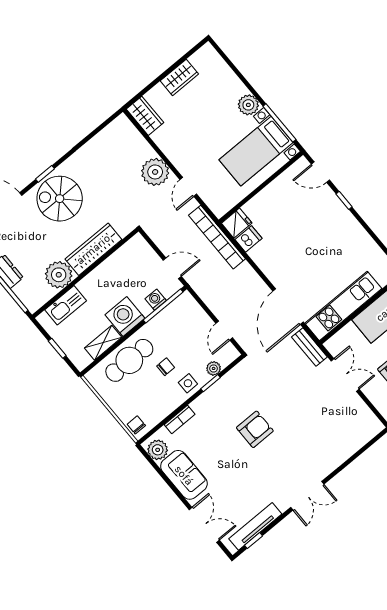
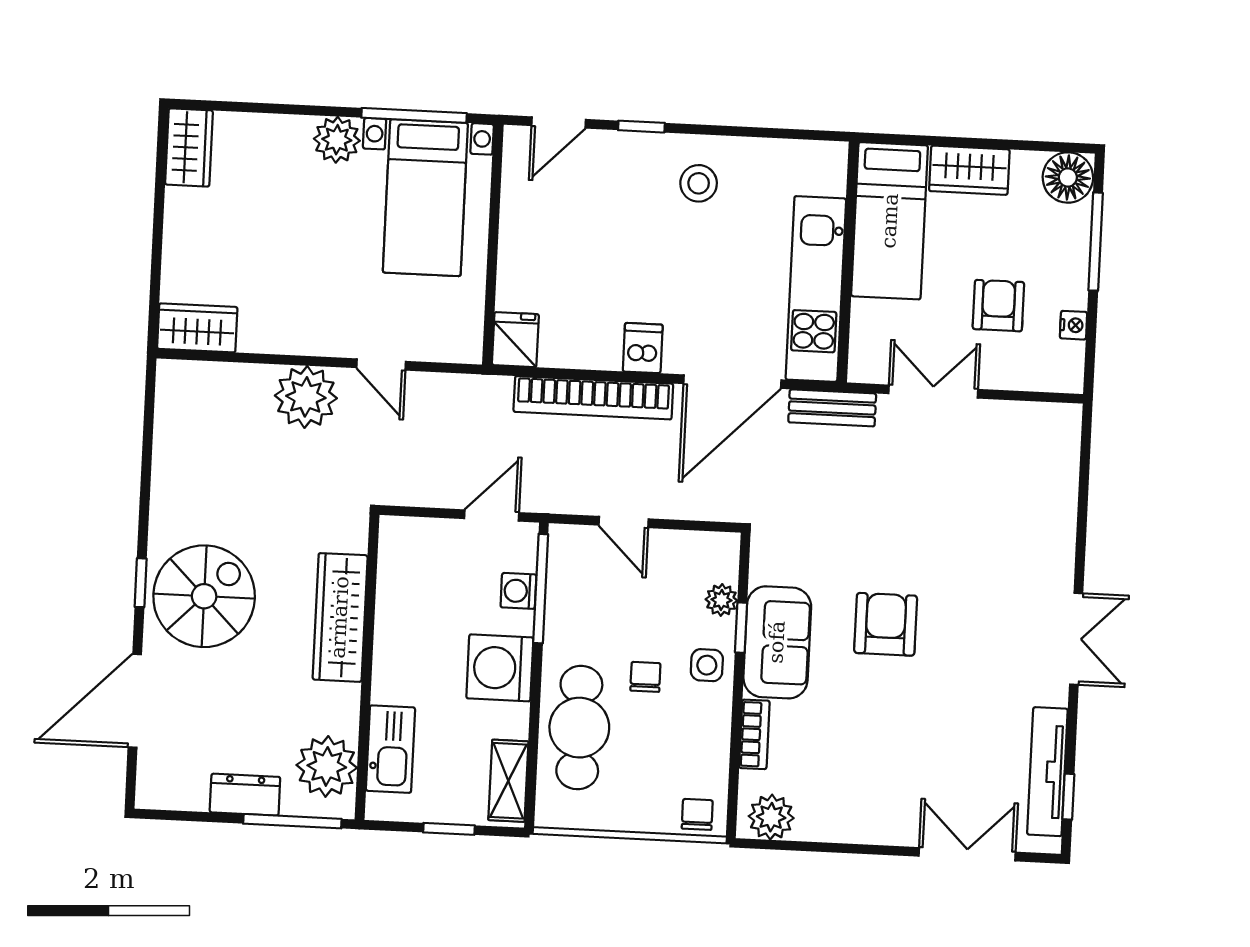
wardrobe: (179, 77) -> (189, 147), moved
spiral stairs: (60, 199) -> (204, 596), turned 180
stool: (343, 236) -> (699, 183), added
bookcase: (217, 237) -> (593, 398), moved
dishwasher: (249, 239) -> (643, 348), moved
plant: (59, 275) -> (327, 766), moved
door: (288, 307) -> (732, 382), hinge flipped
door: (224, 331) -> (624, 522), moved
shelving: (103, 343) -> (508, 781), moved
chair: (136, 425) -> (697, 814), turned 90
sofa: (184, 475) -> (777, 642), moved, turned 90

